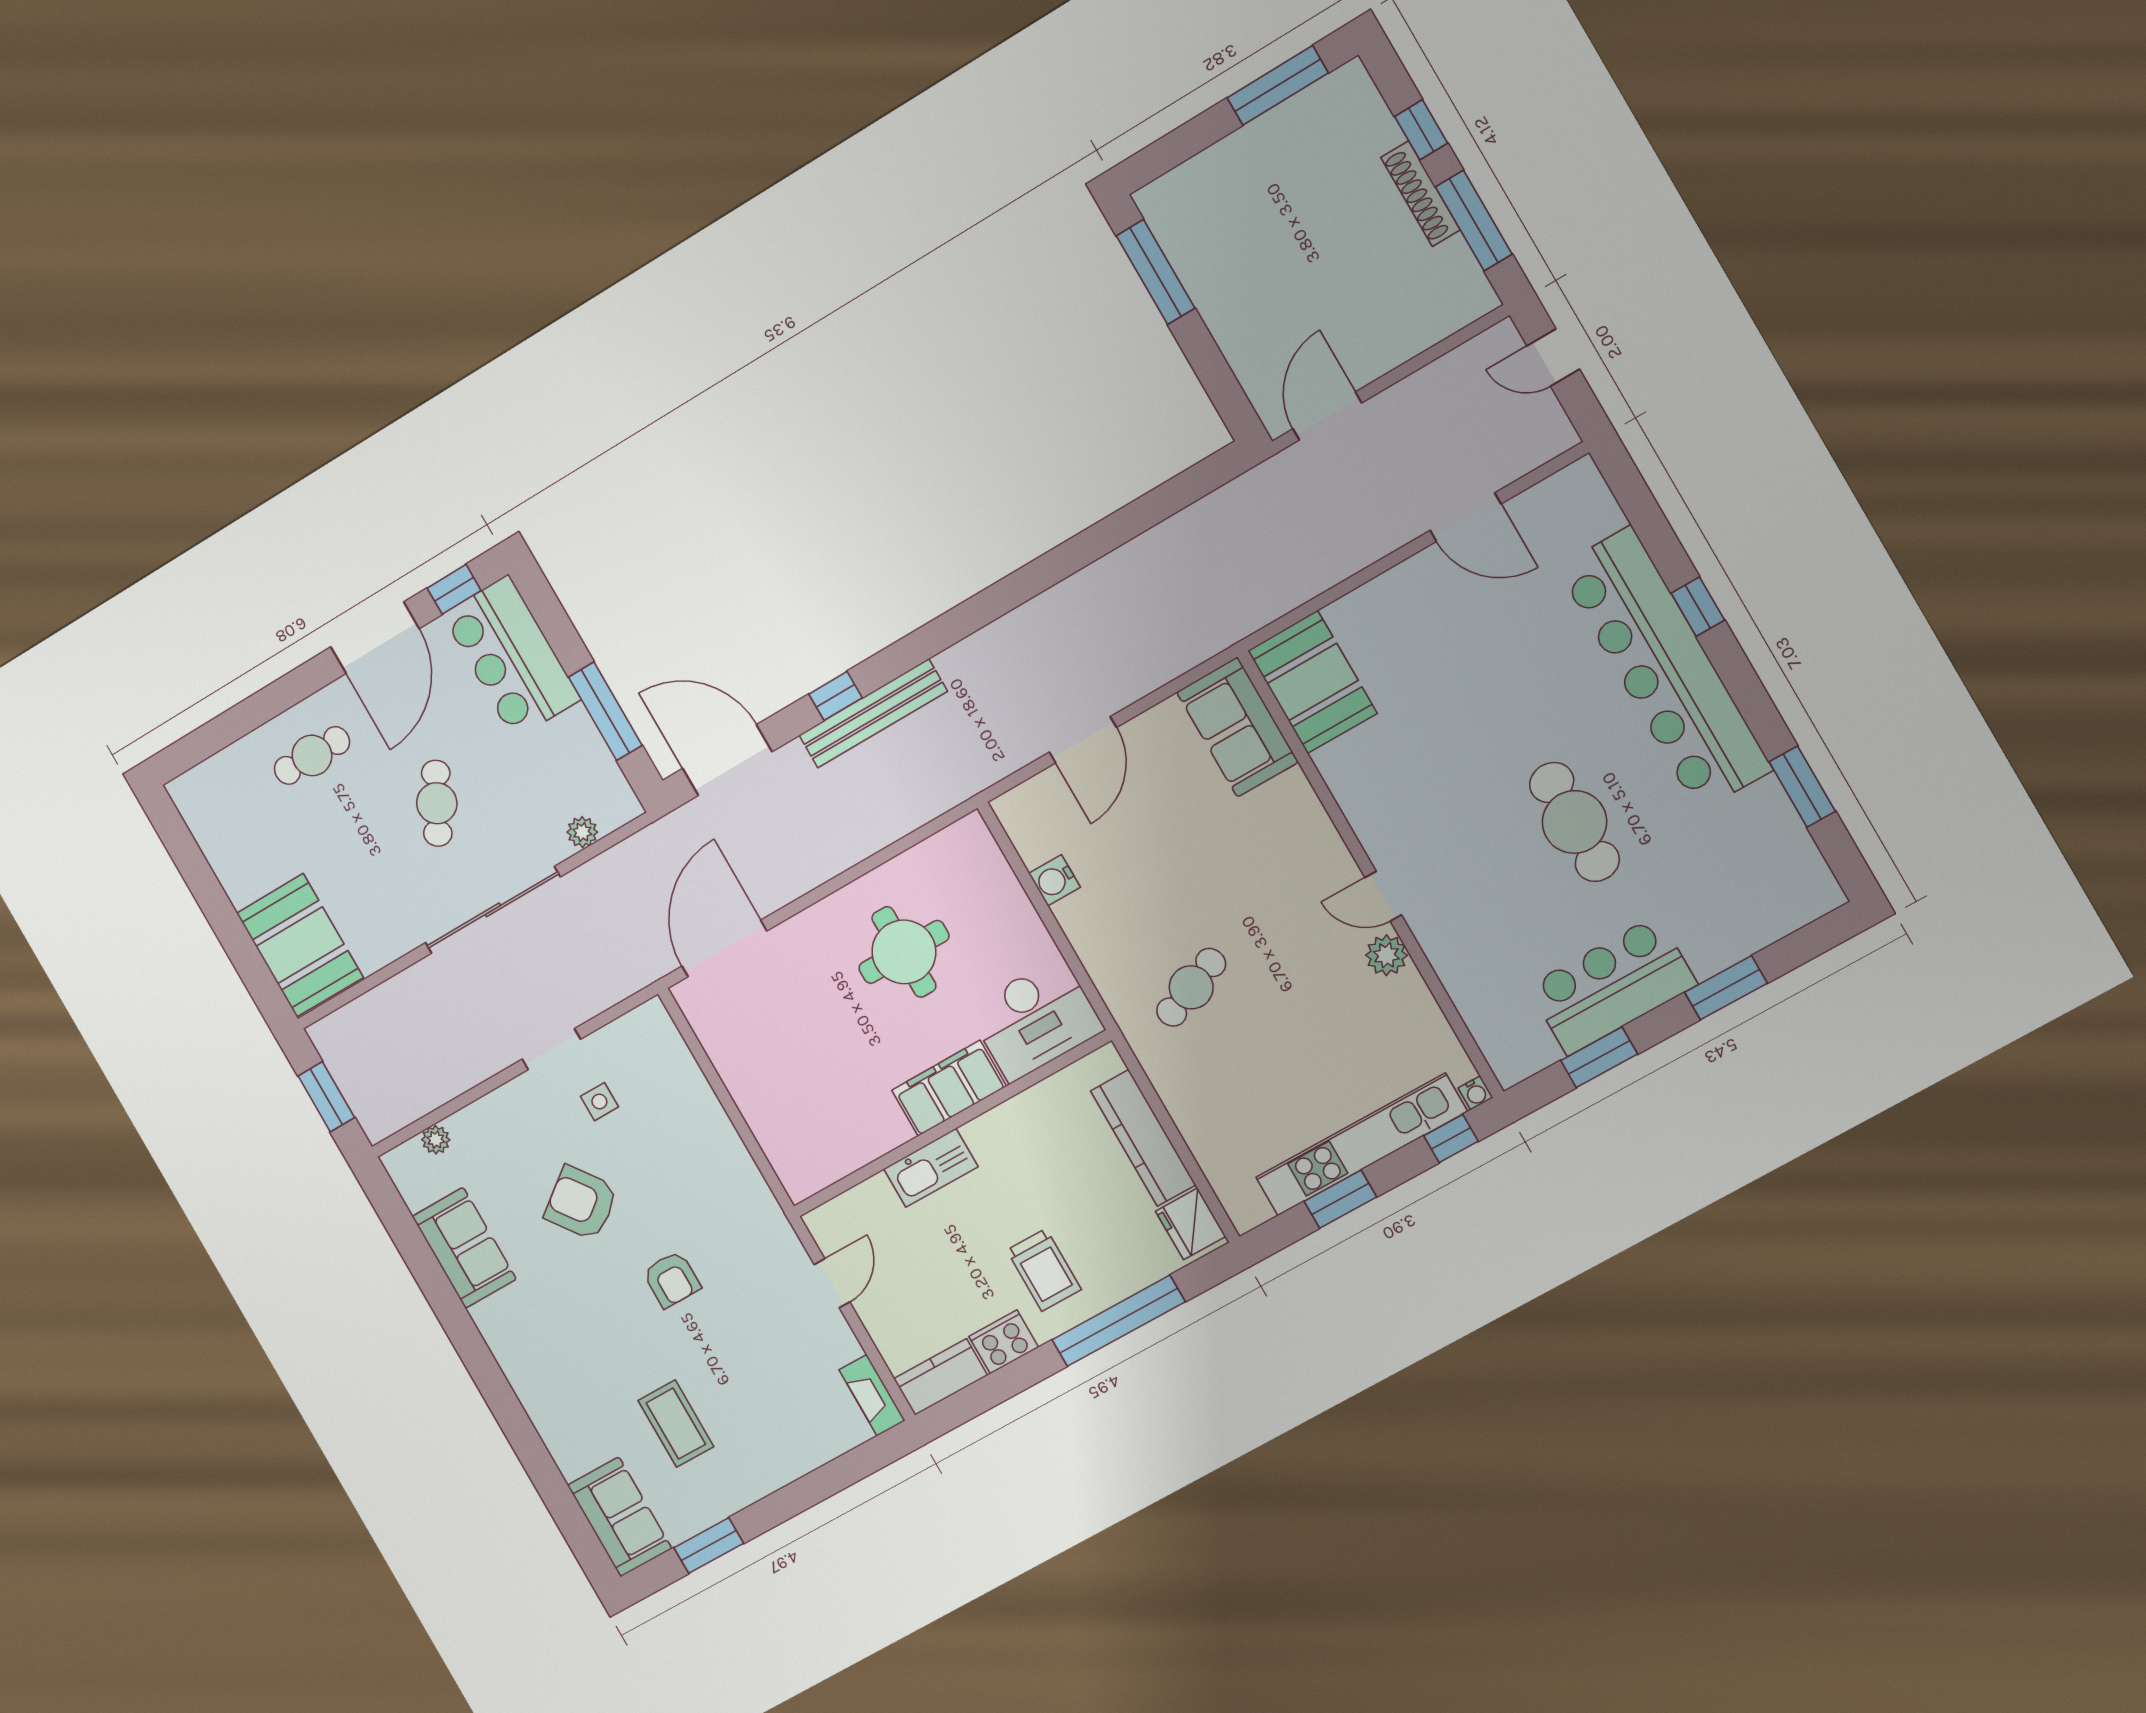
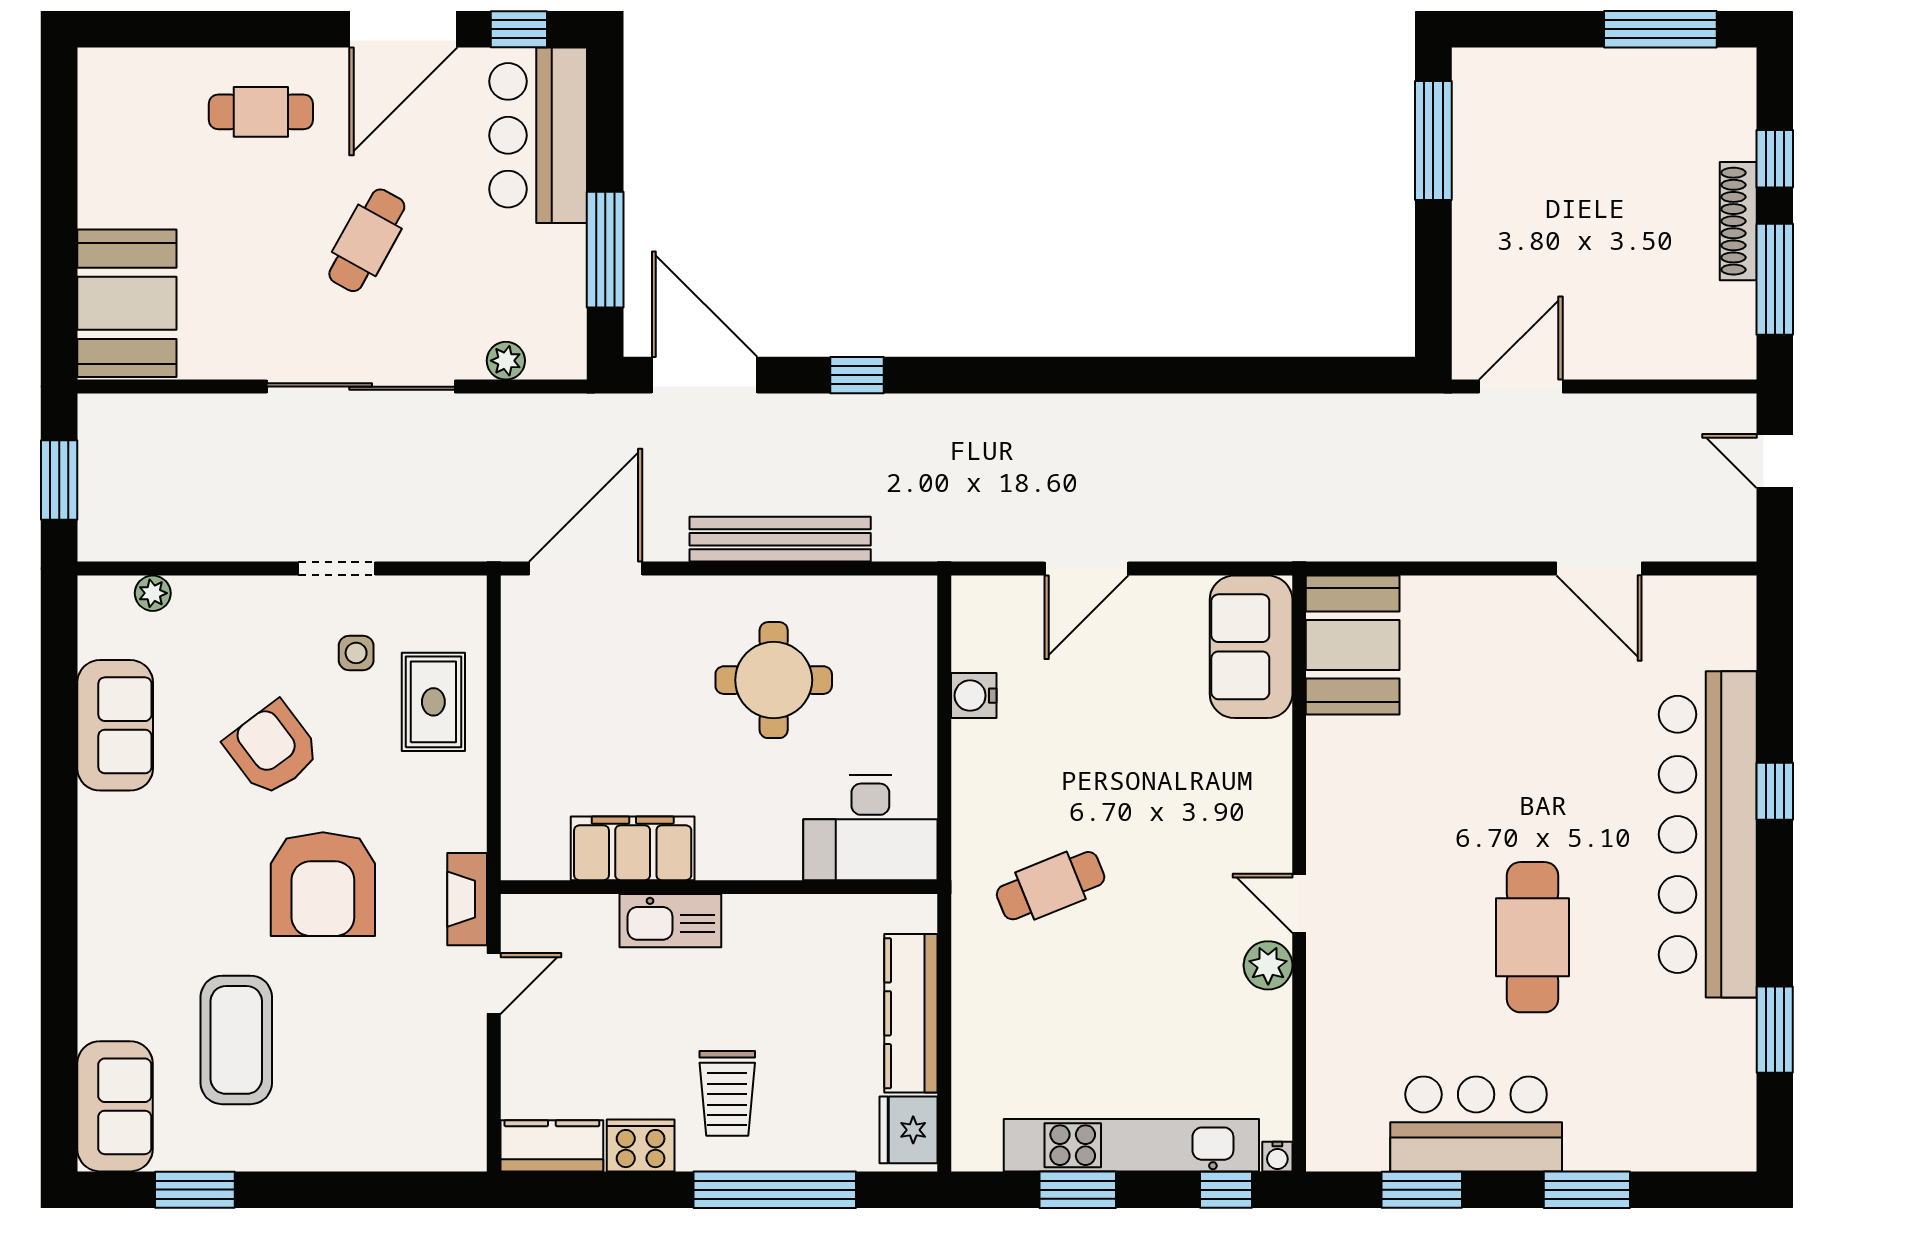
bench: (873, 713) -> (780, 539), moved
filing cabinet: (949, 1088) -> (633, 848), moved
rug: (673, 1106) -> (433, 702), added
armchair: (672, 1279) -> (323, 884), width x1.88, depth x1.88
fireplace: (872, 1395) -> (467, 899), moved
coffee table: (676, 1424) -> (236, 1040), width x1.36, depth x1.32

